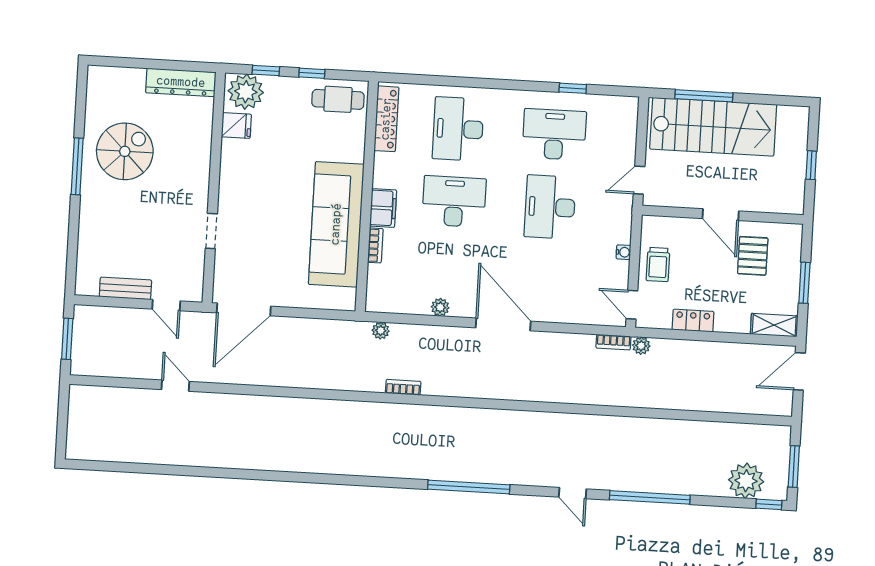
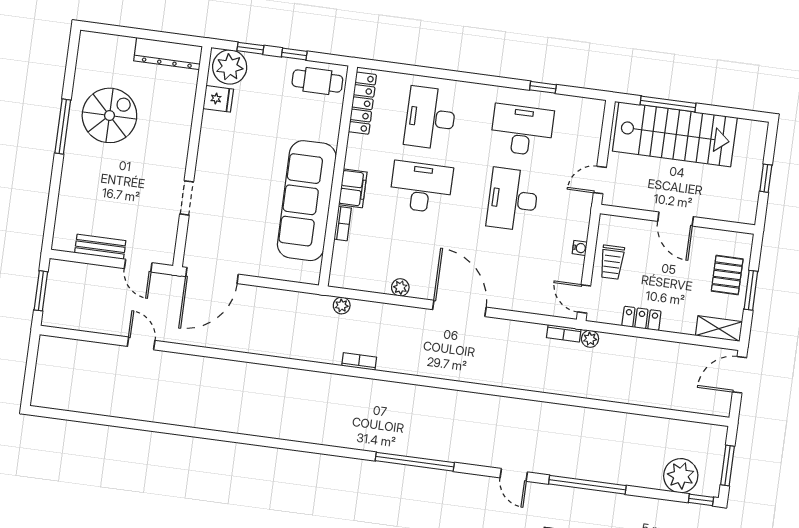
pallet: (753, 256) -> (727, 275), moved

